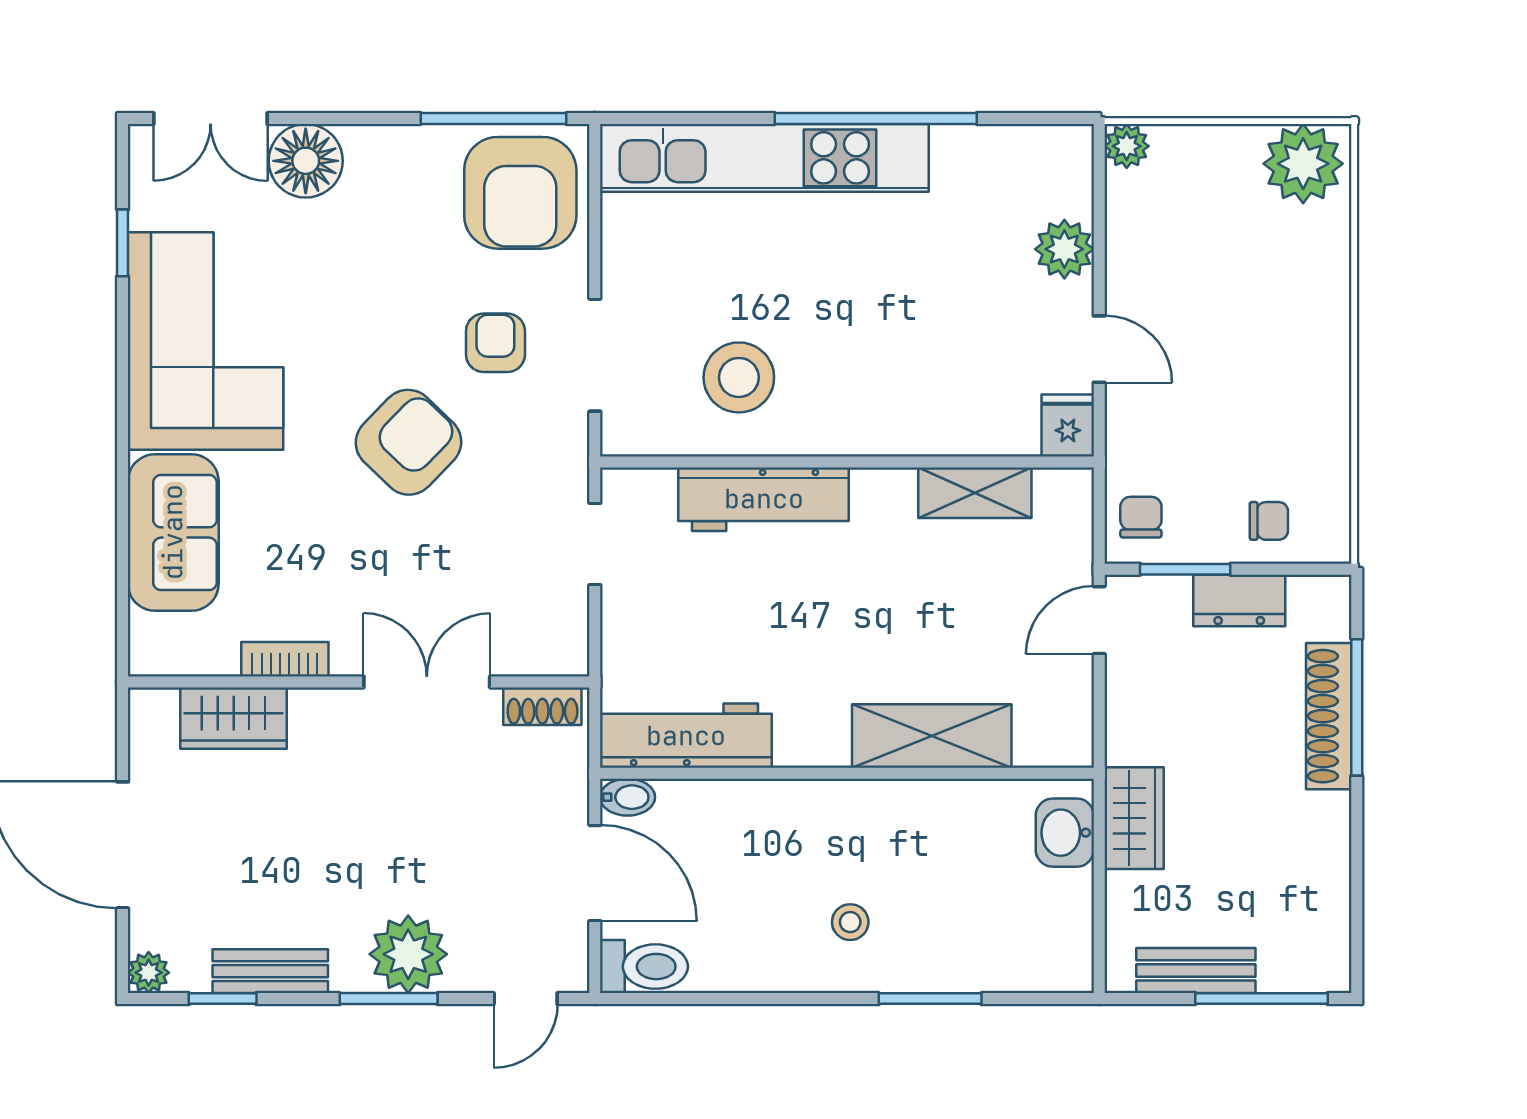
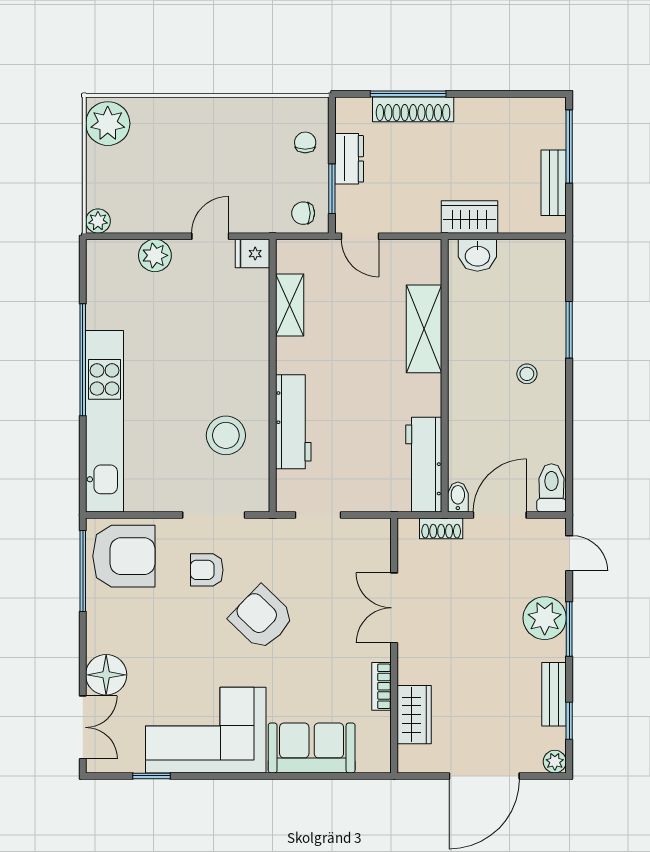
shoe rack: (542, 706) -> (441, 528), moved, turned 90

